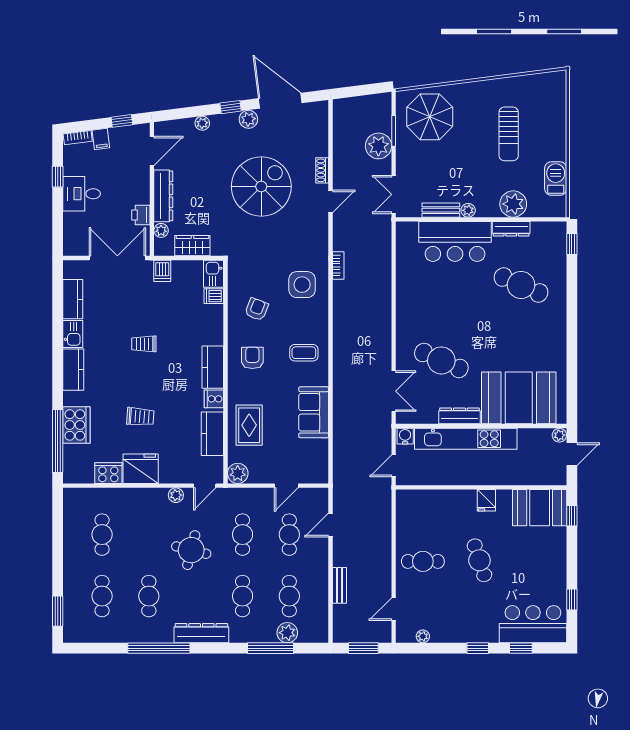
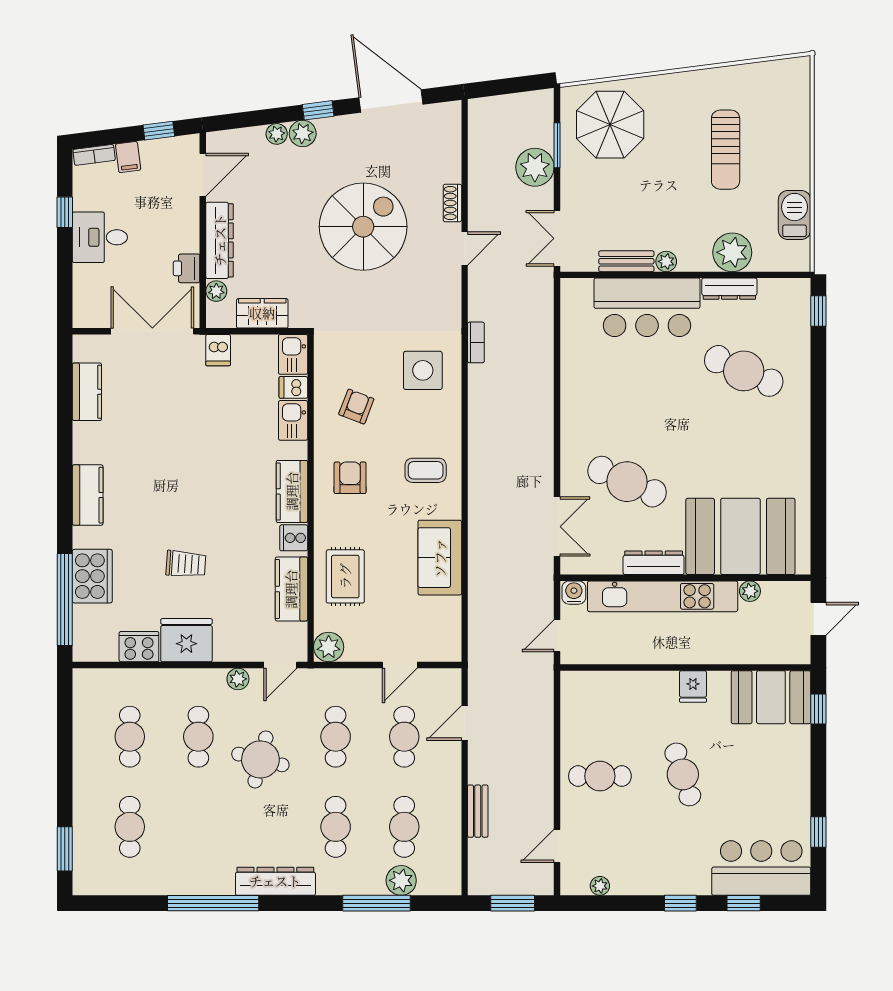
plant: (248, 119) -> (303, 133), moved
kitchen sink: (73, 334) -> (293, 420), moved, turned 180
trolley: (144, 344) -> (191, 457), removed
plant: (559, 435) -> (750, 591), moved
cafe table: (149, 596) -> (198, 737), moved

